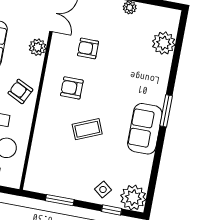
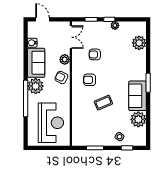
armchair: (20, 91) -> (61, 78), moved
plant: (133, 198) -> (138, 119), moved

